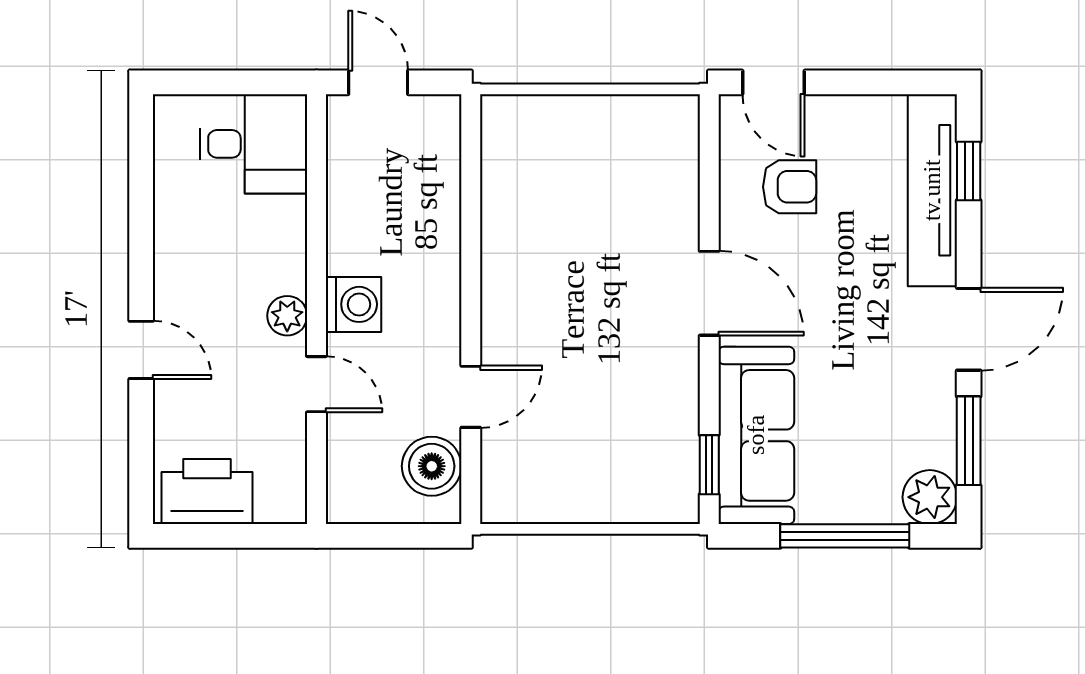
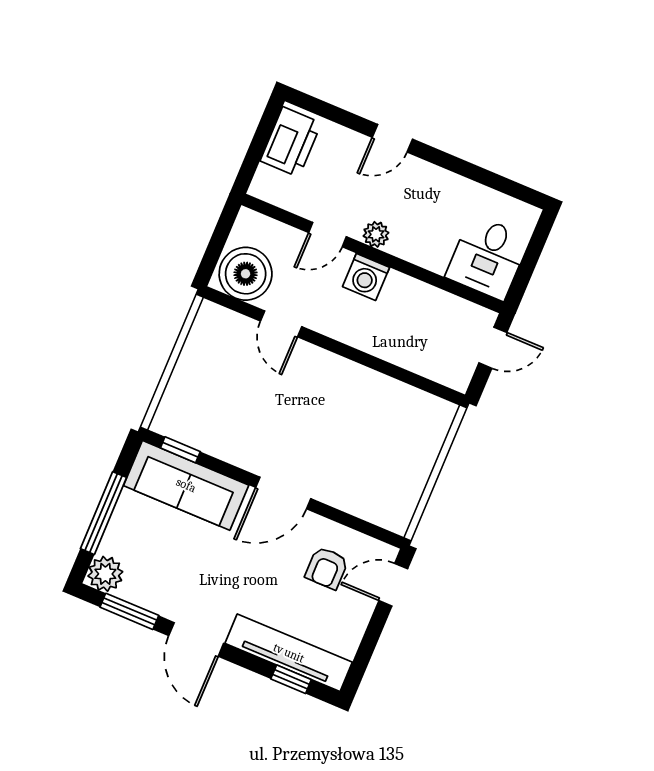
boiler: (432, 466) -> (246, 274), width x1.37, depth x1.37

